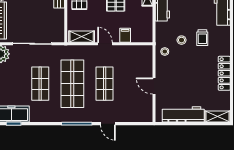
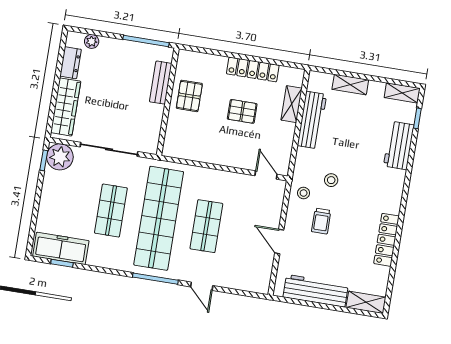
filing cabinet: (125, 35) -> (249, 159), removed
shelving: (82, 37) -> (184, 151), removed
trolley: (202, 38) -> (321, 221), moved
door: (105, 44) -> (266, 175), moved
shop shelf: (72, 84) -> (159, 218), width x1.40

